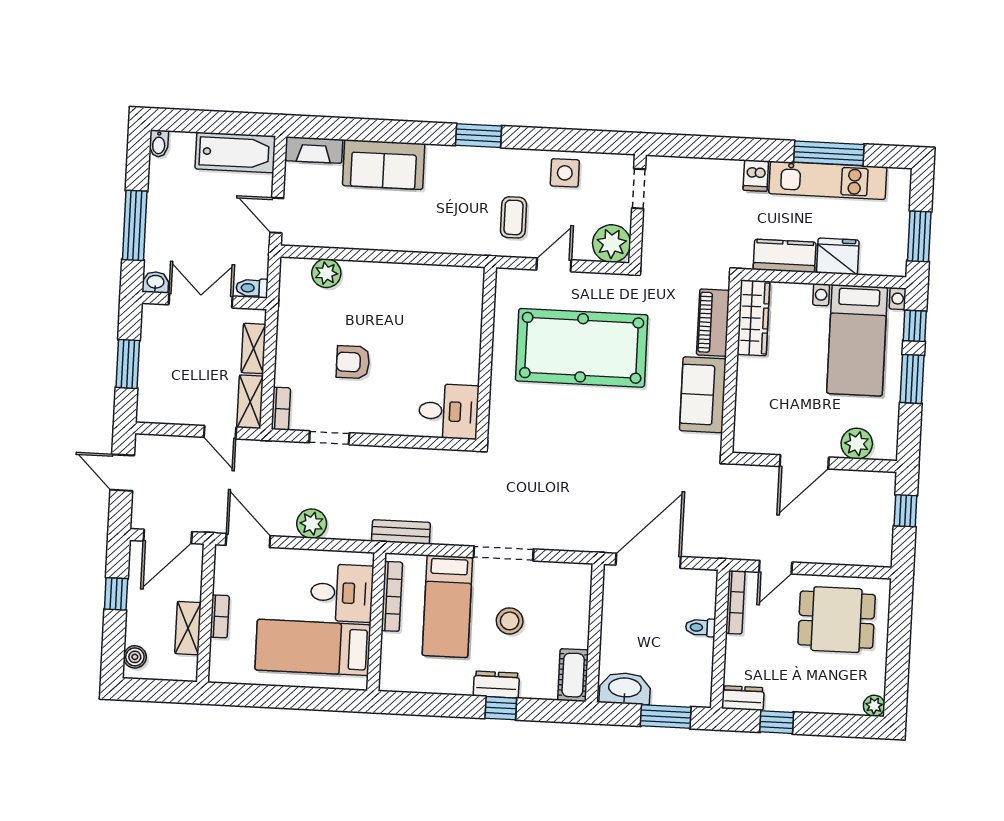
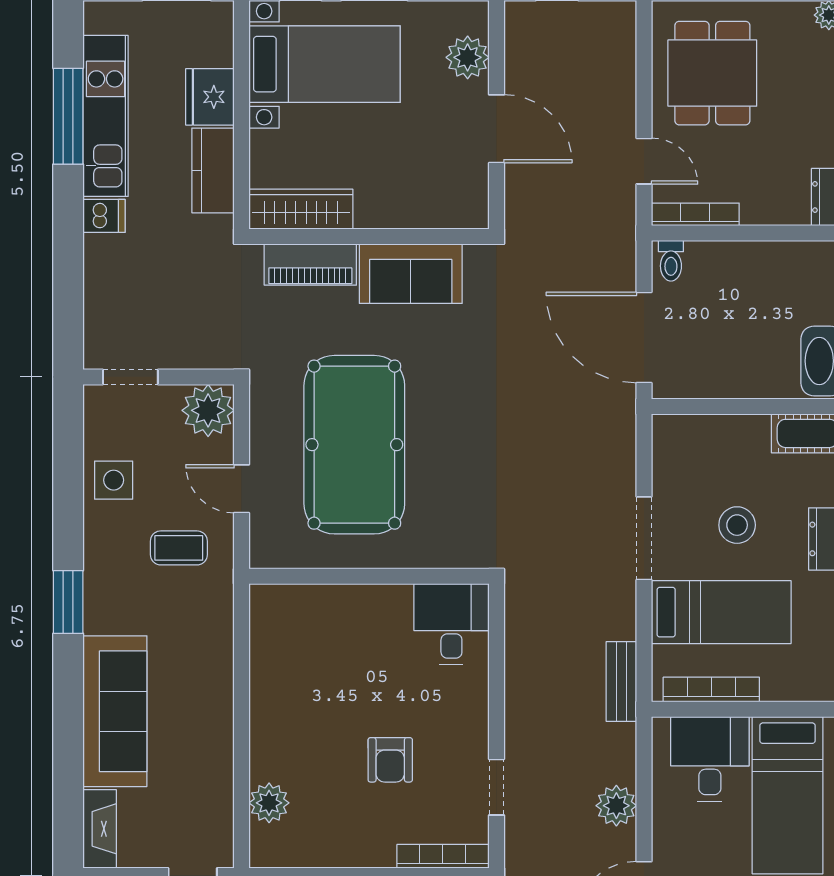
sofa: (384, 165) -> (115, 711), width x1.36
bookcase: (281, 409) -> (443, 856), width x1.56
toilet: (700, 627) -> (671, 261), moved

